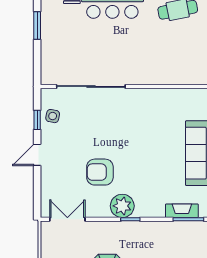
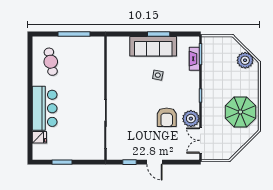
side table: (53, 116) -> (158, 75), moved
plant: (122, 206) -> (191, 119), moved

